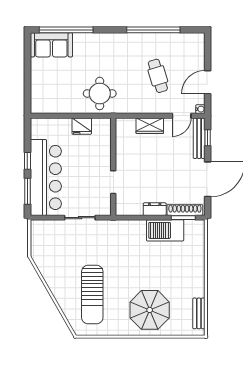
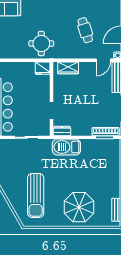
fridge: (82, 126) -> (43, 68), moved
wardrobe: (150, 126) -> (68, 68), moved
dresser: (155, 209) -> (62, 131), moved
barbecue: (165, 230) -> (66, 147), moved

